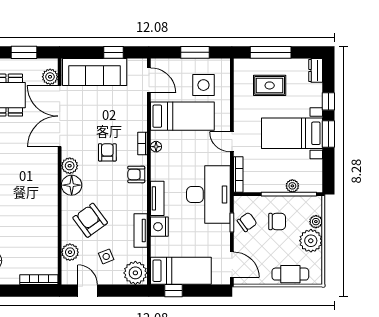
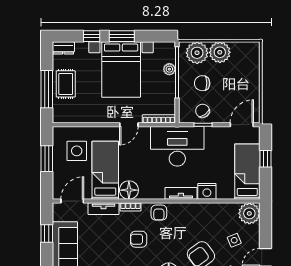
rug: (270, 85) -> (66, 84), moved
bed with nightstands: (292, 133) -> (121, 70), width x1.36
floor lamp: (156, 147) -> (129, 190), width x1.89, depth x1.89
chair: (277, 222) -> (202, 83), turned -90
plant: (316, 222) -> (197, 53), width x1.88, depth x1.88
tv unit: (141, 230) -> (104, 209), moved
cafe table: (290, 274) -> (250, 71), removed
window: (174, 291) -> (266, 159), moved

